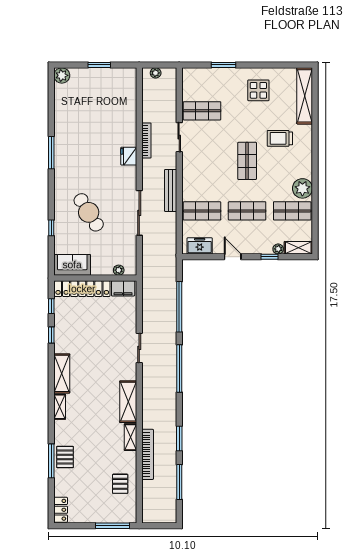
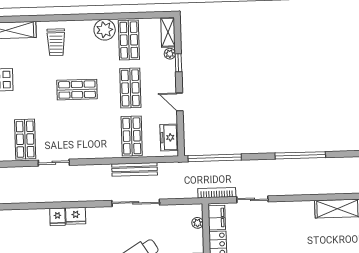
trolley: (280, 138) -> (56, 42), moved
fridge: (128, 139) -> (57, 217), added
bookcase: (146, 141) -> (217, 193), moved
bench: (171, 190) -> (135, 169), moved
door: (233, 257) -> (180, 102), hinge flipped
window: (179, 307) -> (215, 158), moved
sliding door: (139, 348) -> (252, 199), moved

